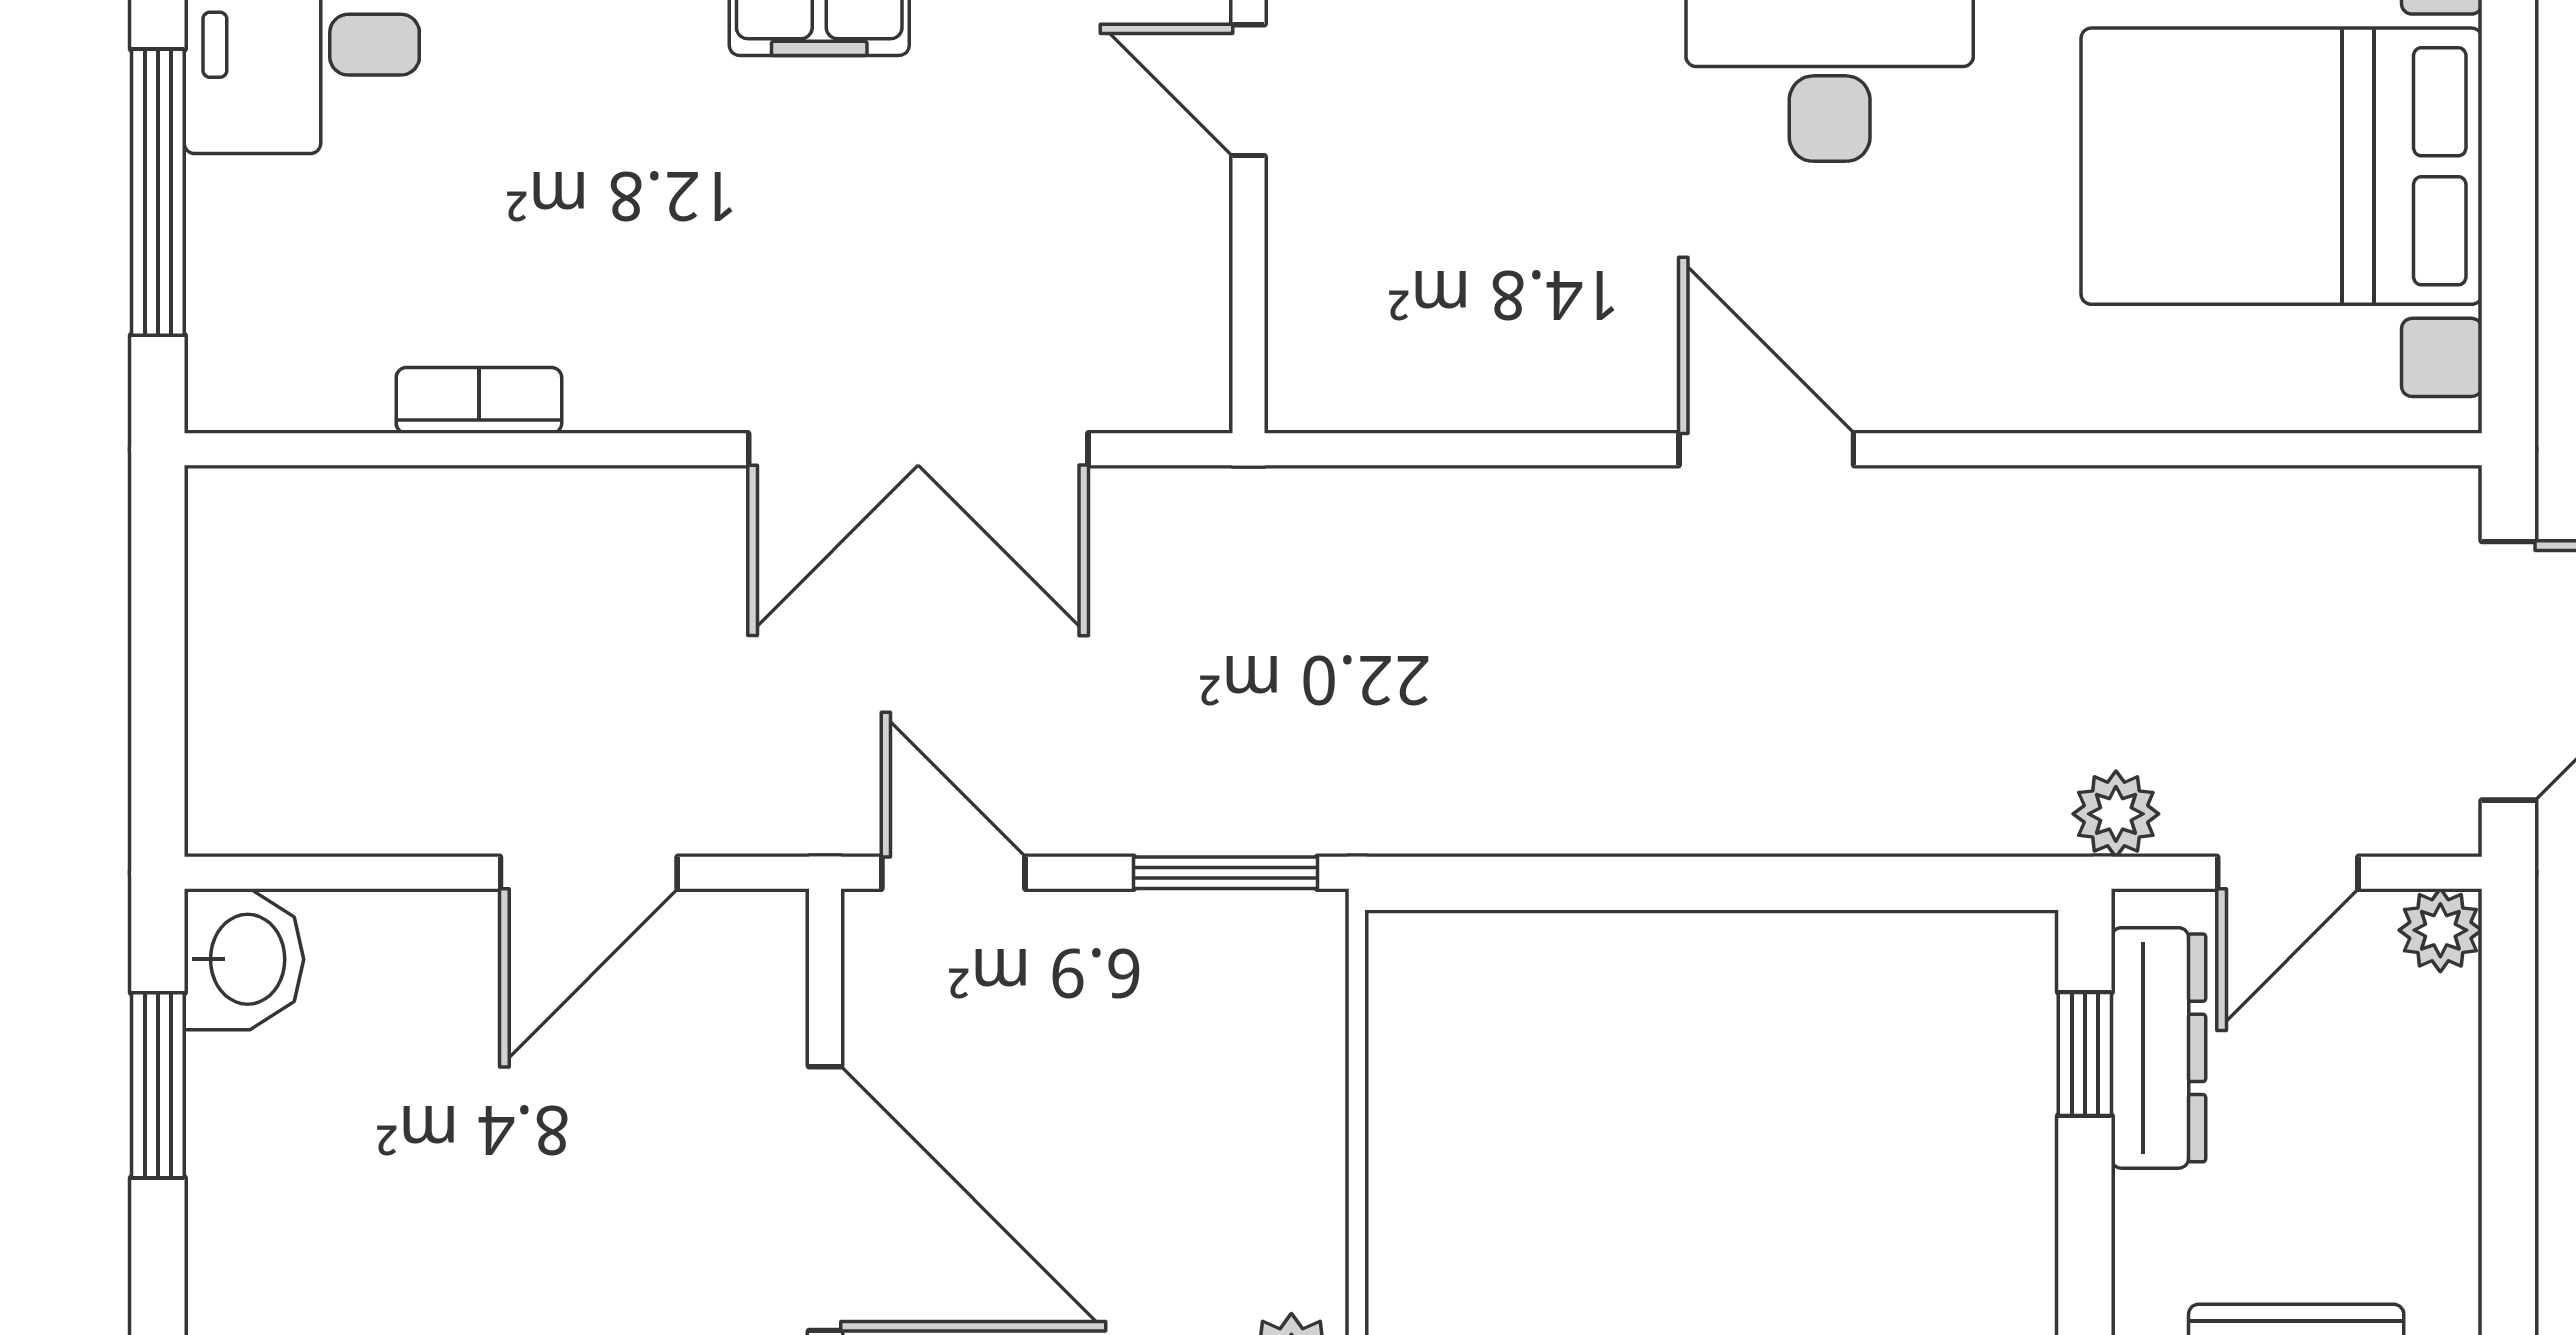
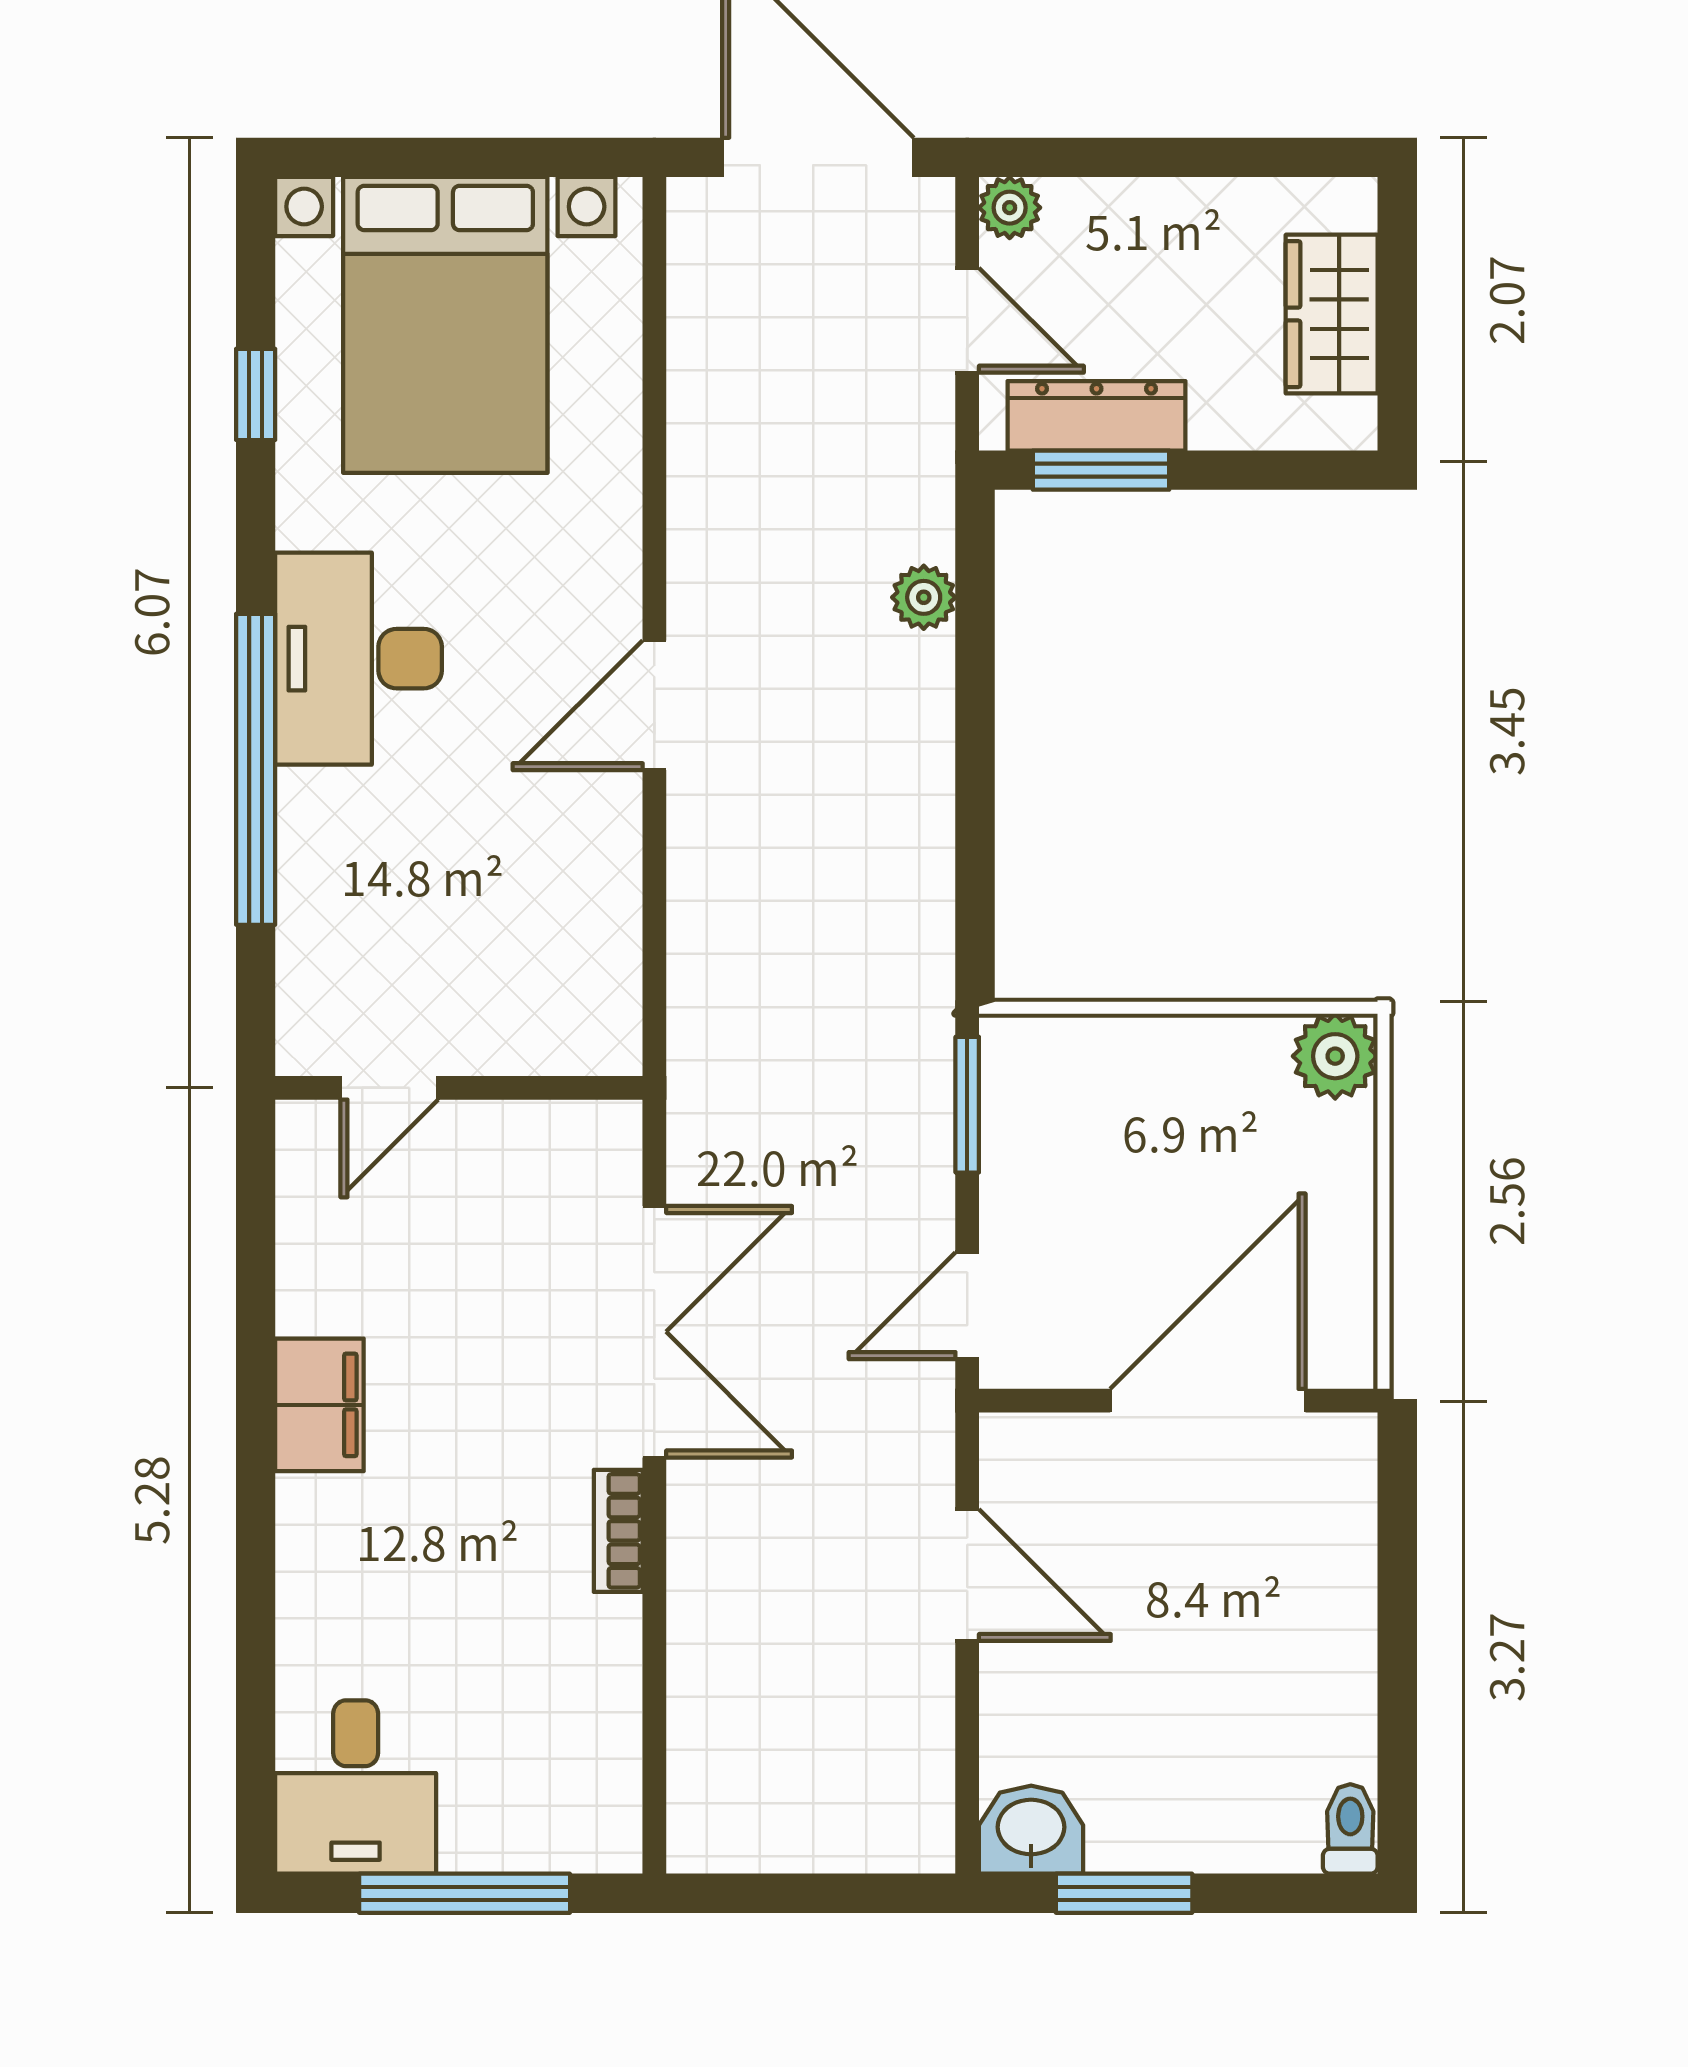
bookcase: (479, 400) -> (618, 1531), moved
plant: (2116, 814) -> (924, 597), moved
window: (2085, 1054) -> (1101, 470), width x1.50

